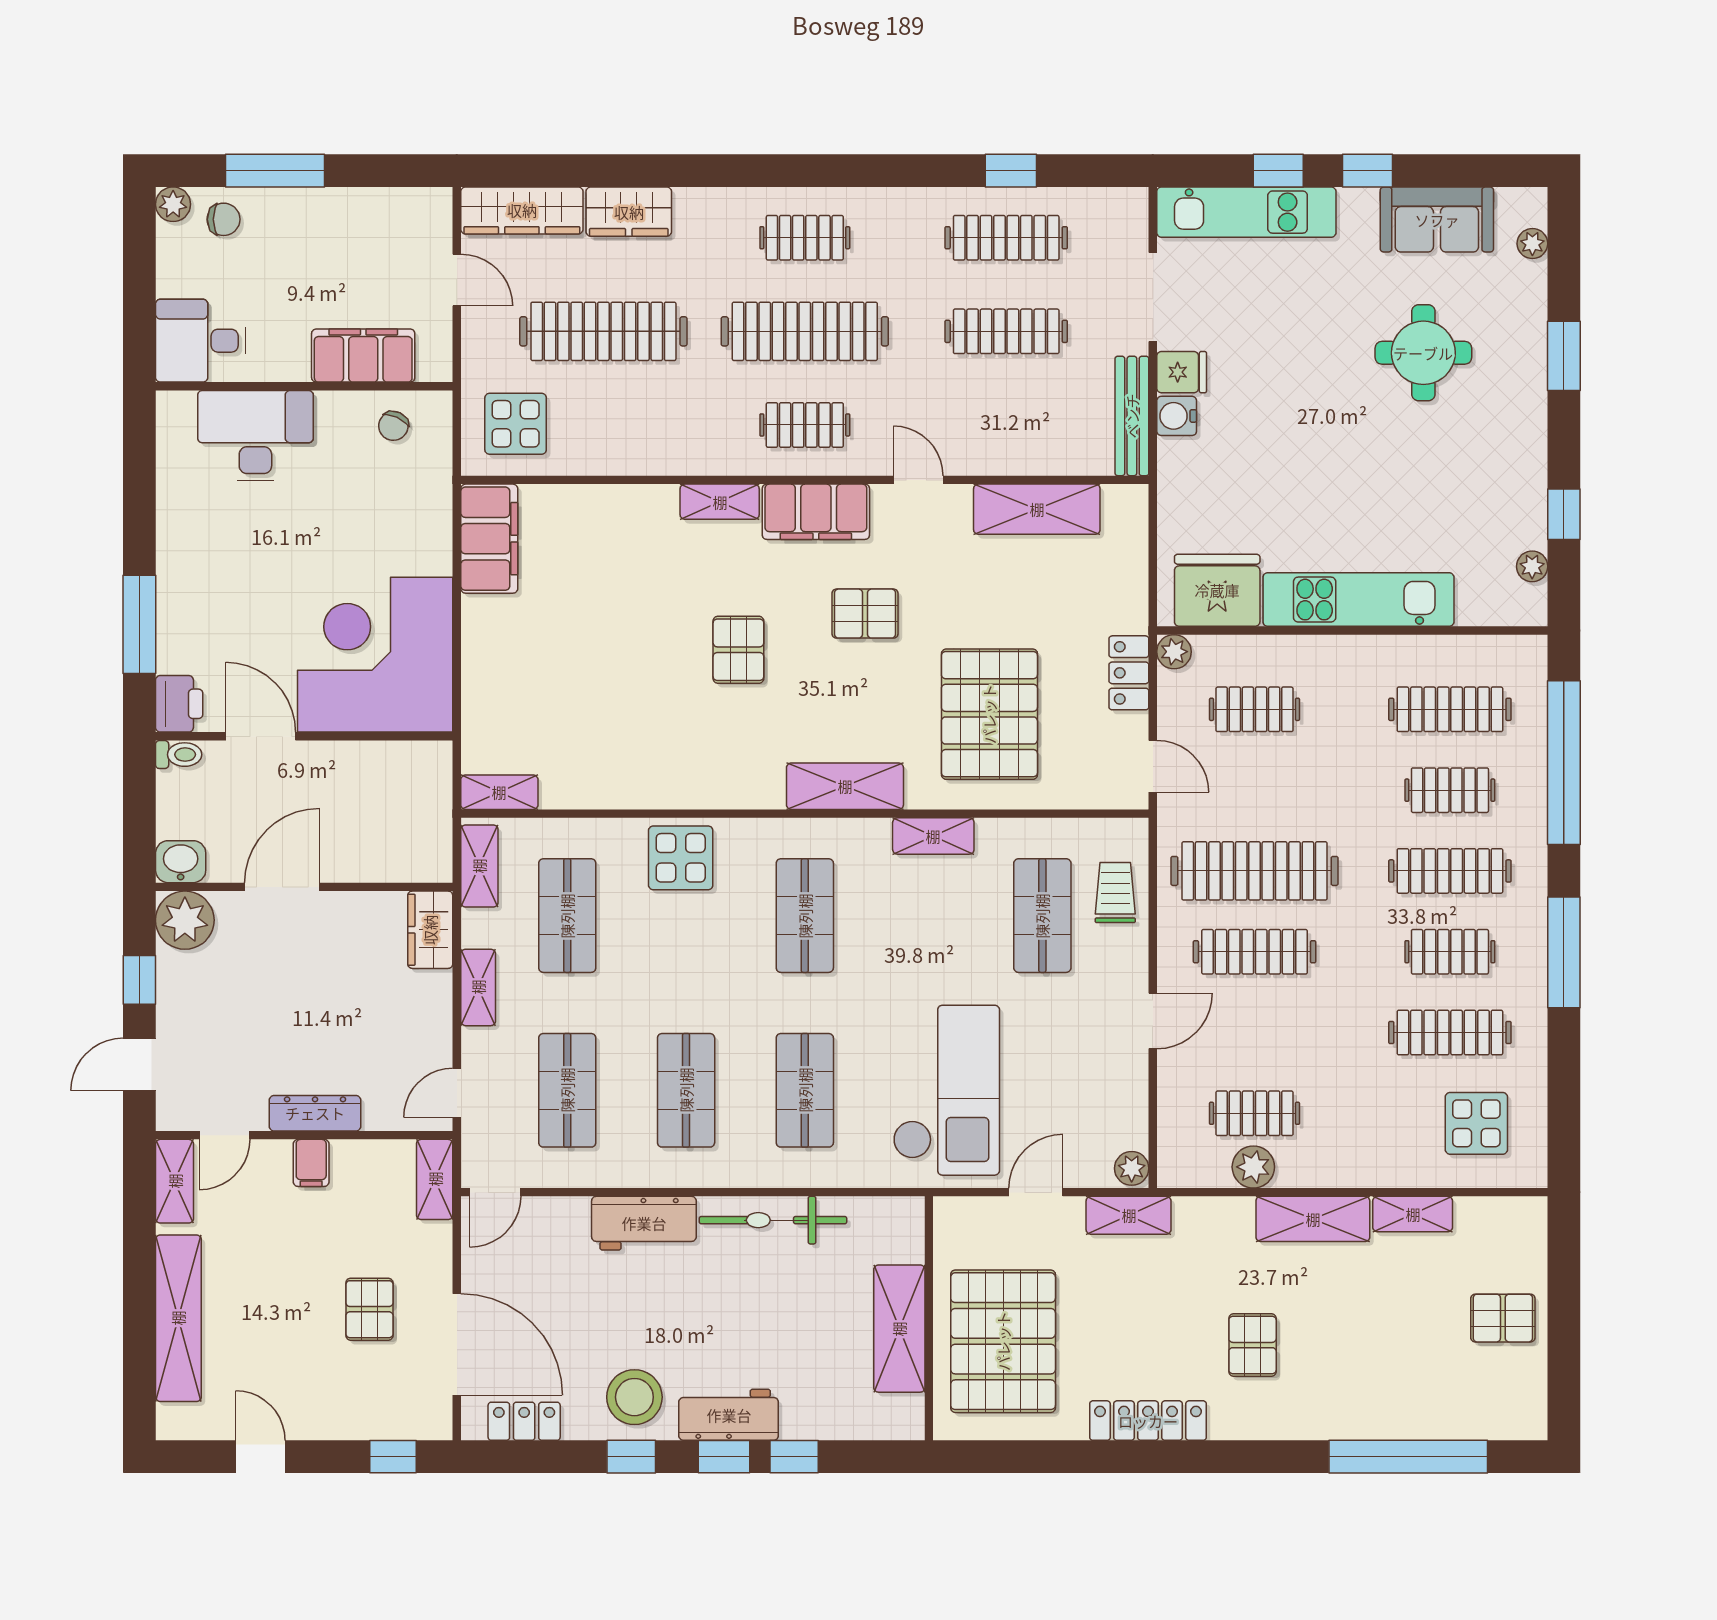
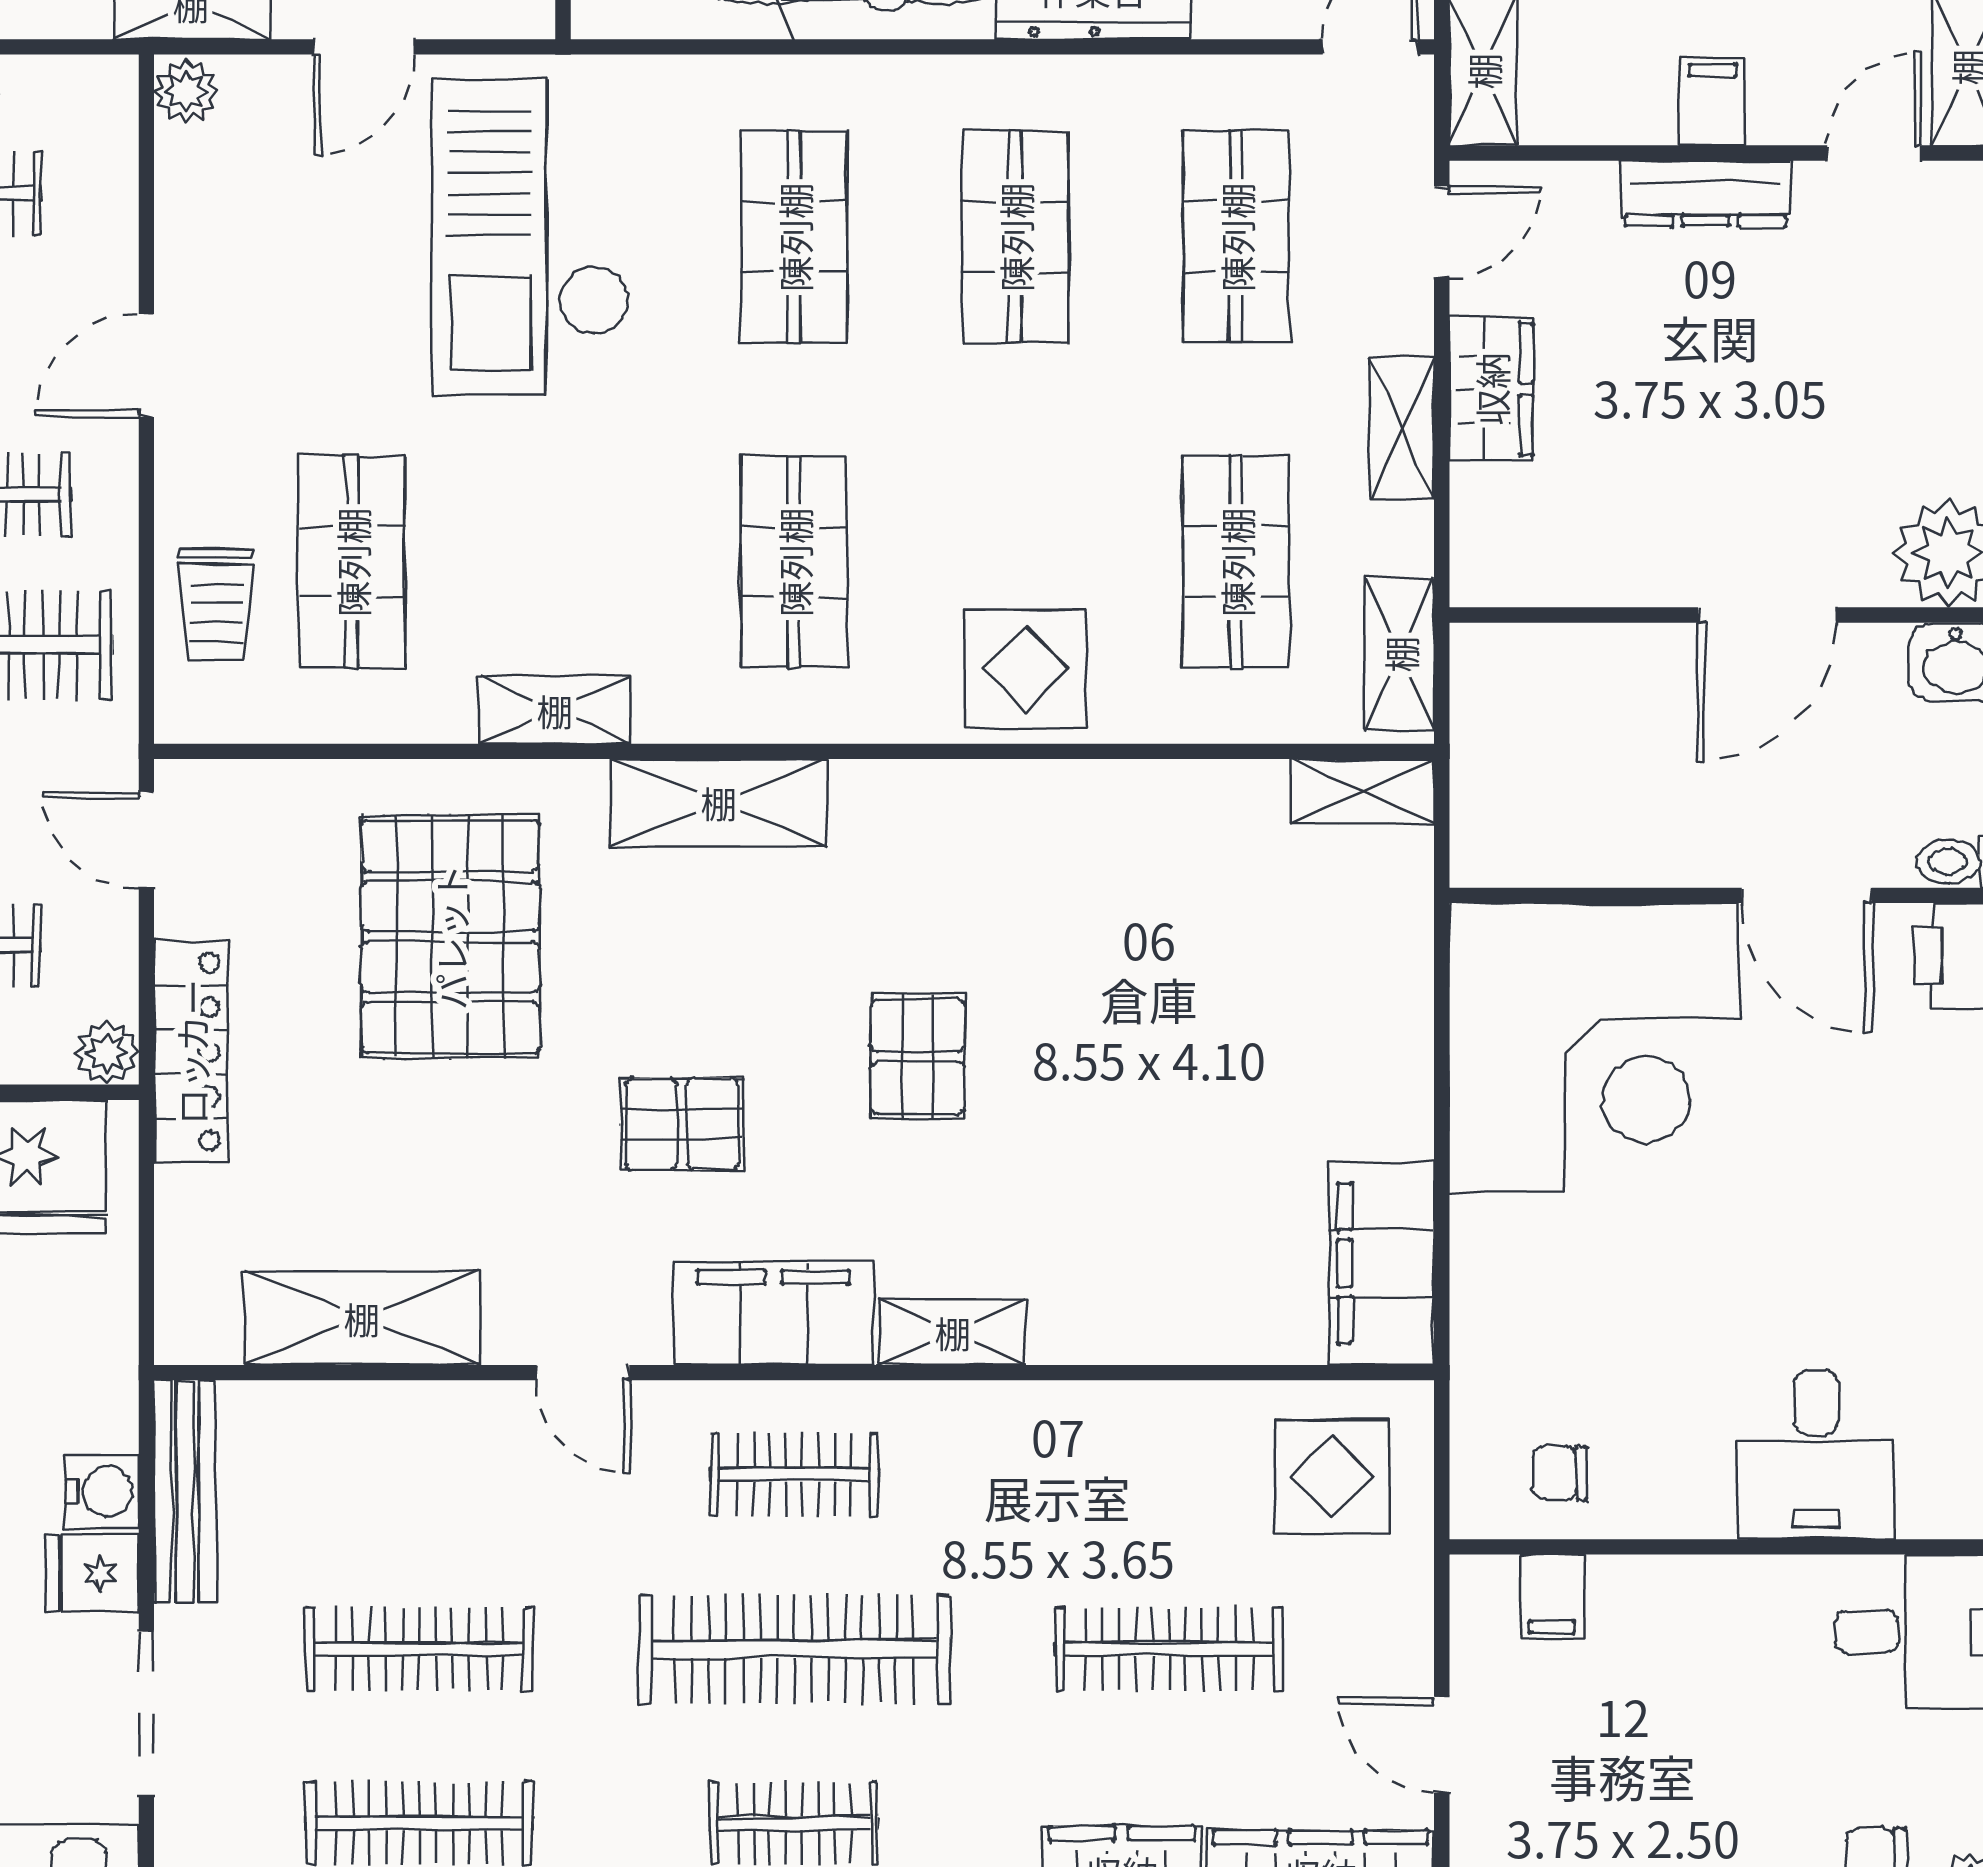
clothes rail: (603, 331) -> (1169, 1649), width x0.73, depth x0.76
filing cabinet: (363, 356) -> (1552, 1597), width x0.33, depth x0.86
chair: (393, 426) -> (1560, 1473), turned -115
desk: (255, 436) -> (1817, 1455), width x0.73
locker: (1129, 673) -> (191, 1052), width x1.53
wardrobe: (430, 930) -> (1491, 389), moved

